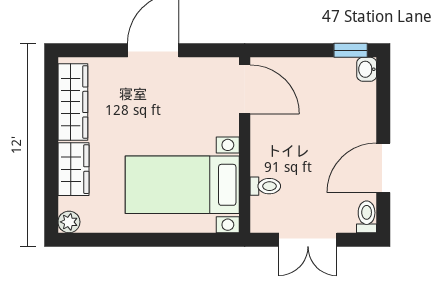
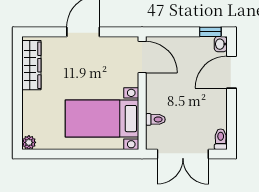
door: (383, 168) -> (231, 72), moved
wardrobe: (73, 169) -> (32, 108), removed
double door: (308, 240) -> (183, 154), width x1.37

